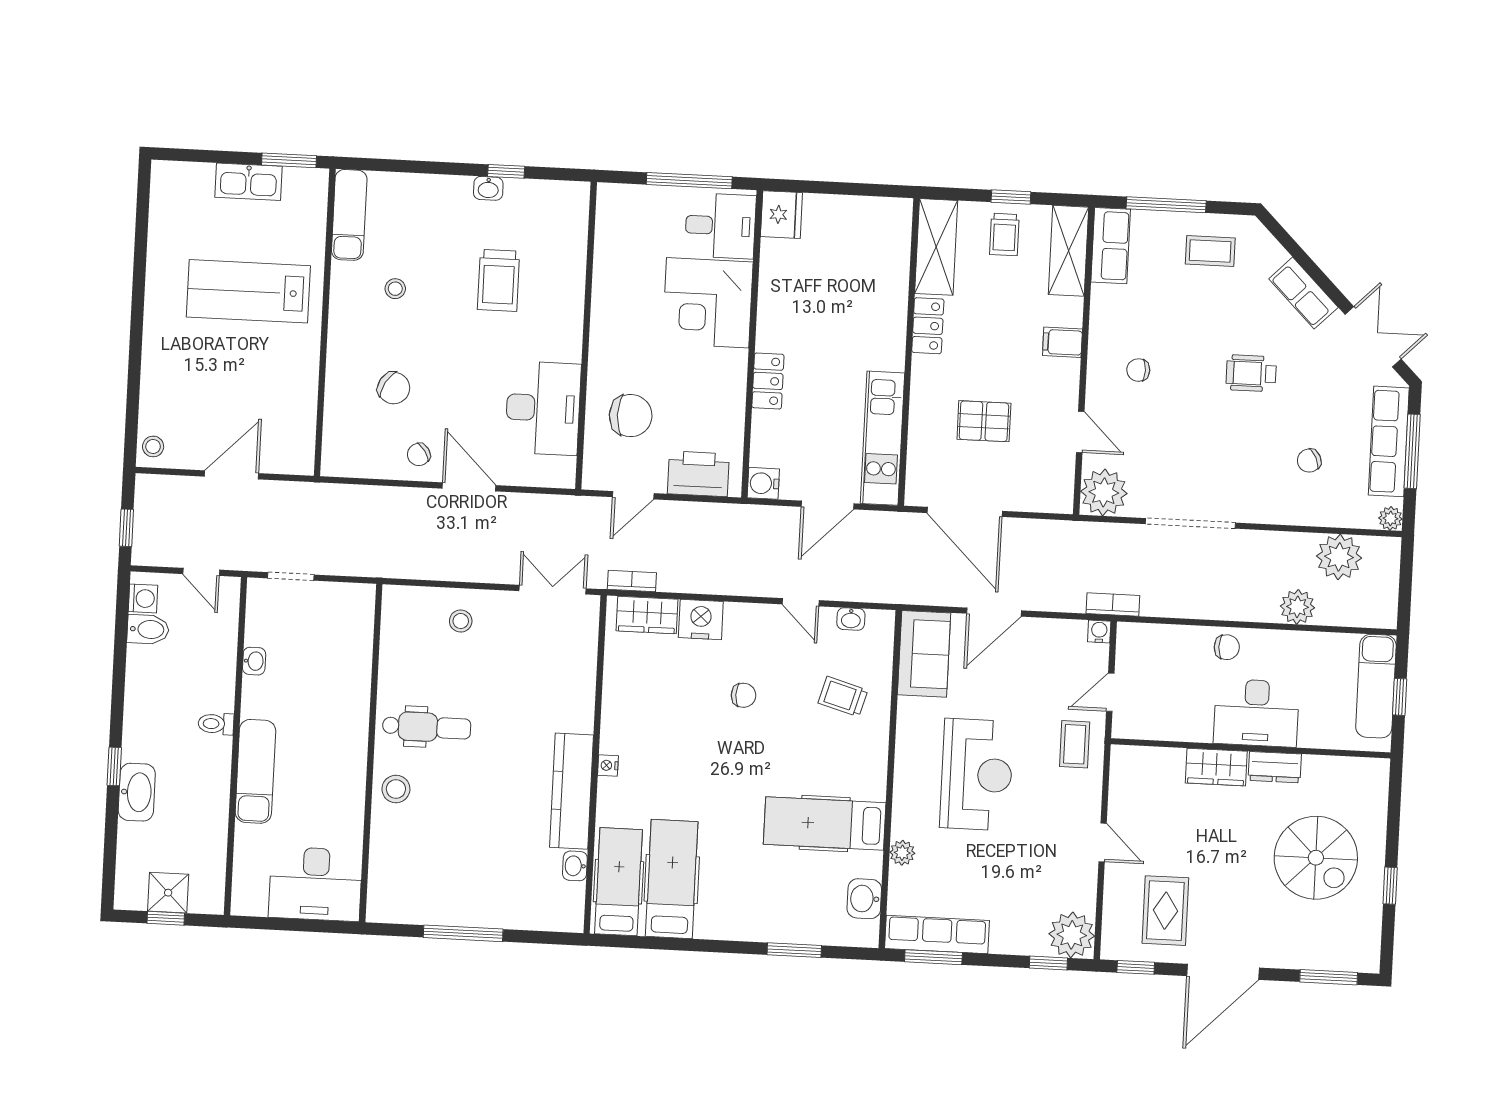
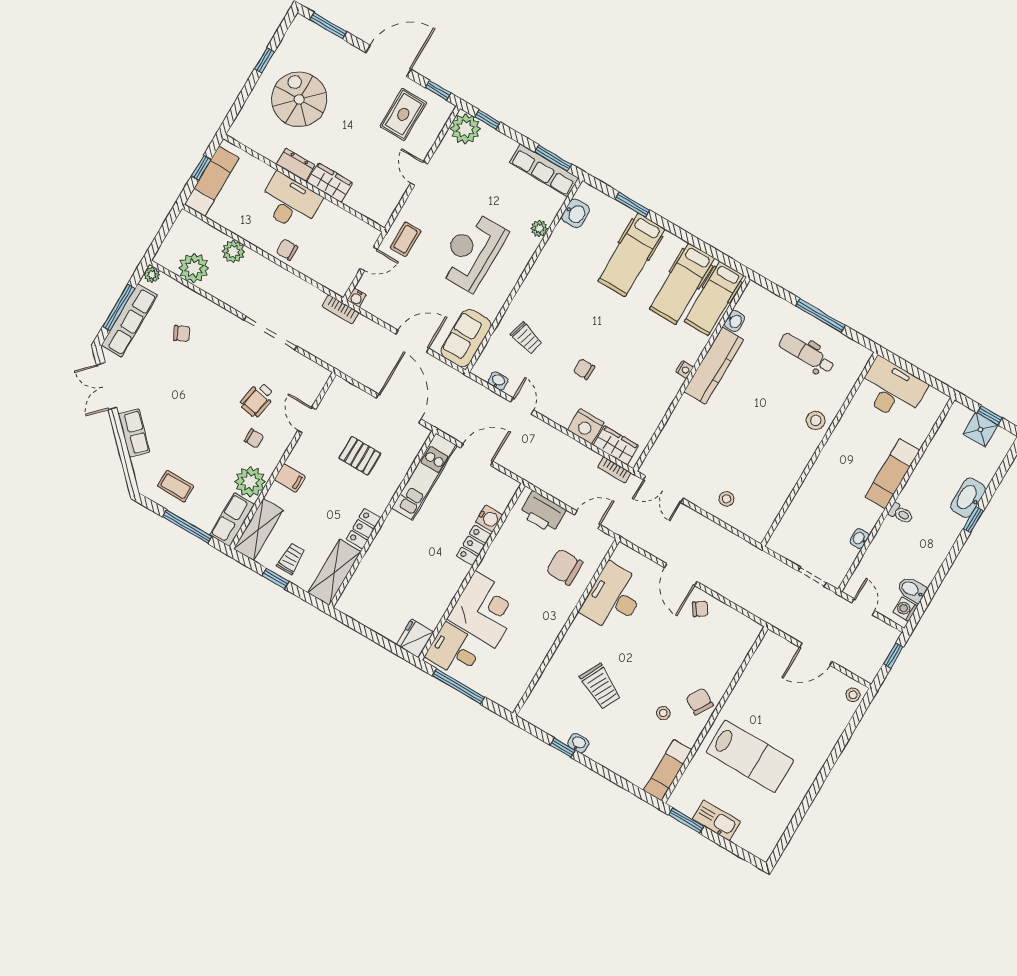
trolley: (499, 280) -> (600, 686), turned 117
wheelchair: (1251, 373) -> (257, 400), moved, turned 100
chair: (394, 388) -> (700, 701), moved
water cooler: (763, 483) -> (489, 518), moved
plant: (1104, 492) -> (250, 482), moved
dental chair: (427, 727) -> (806, 353), moved
hospital bed: (825, 824) -> (631, 255), moved, turned 90

